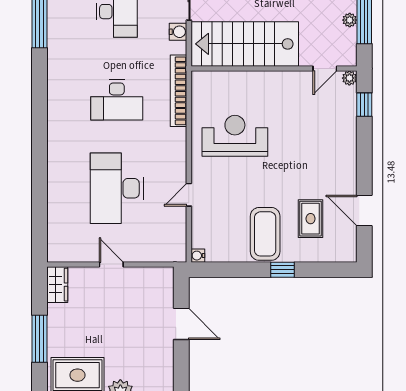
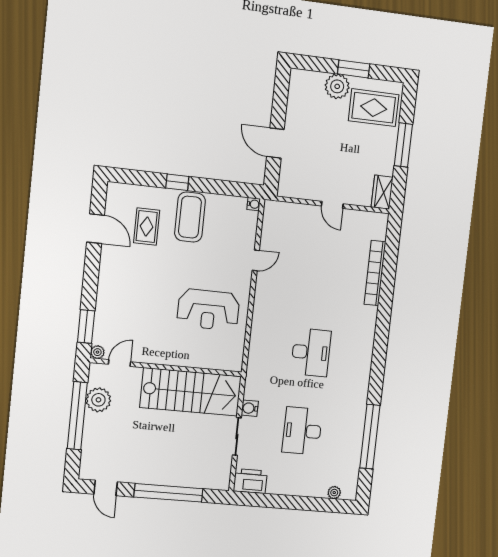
plant: (350, 20) -> (98, 400), width x1.87, depth x1.87
bookcase: (179, 91) -> (375, 273), moved, turned 180
desk: (117, 100) -> (311, 352), turned 90
window: (364, 105) -> (86, 326), width x1.50
desk: (117, 188) -> (320, 273), removed

